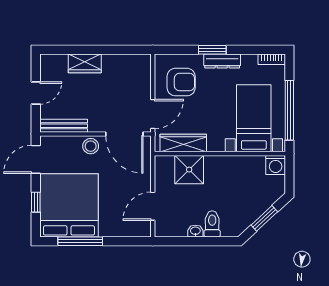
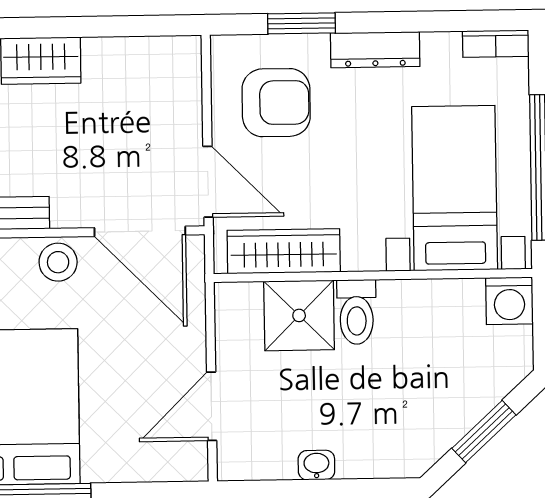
window: (212, 50) -> (302, 23), moved
door: (153, 114) -> (208, 182), hinge flipped
toilet: (212, 224) -> (357, 312), moved, turned 180

